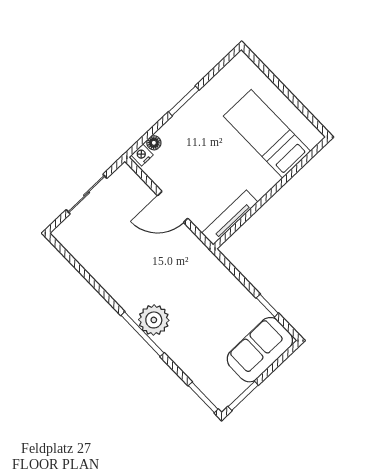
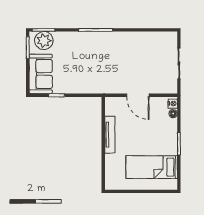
bed: (267, 134) -> (152, 167), moved, turned 180
door: (173, 207) -> (138, 95), swing flipped
tv unit: (230, 218) -> (110, 135), moved
plant: (154, 320) -> (44, 41), moved

